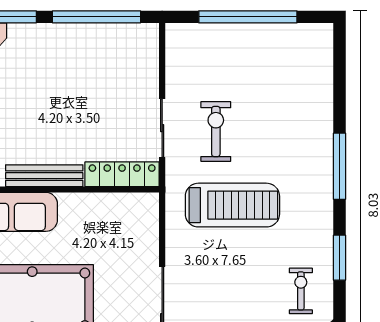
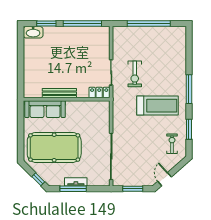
exercise bike: (216, 132) -> (135, 74), turned 180
locker: (122, 174) -> (99, 93), width x0.66
treadmill: (232, 205) -> (158, 106), moved

